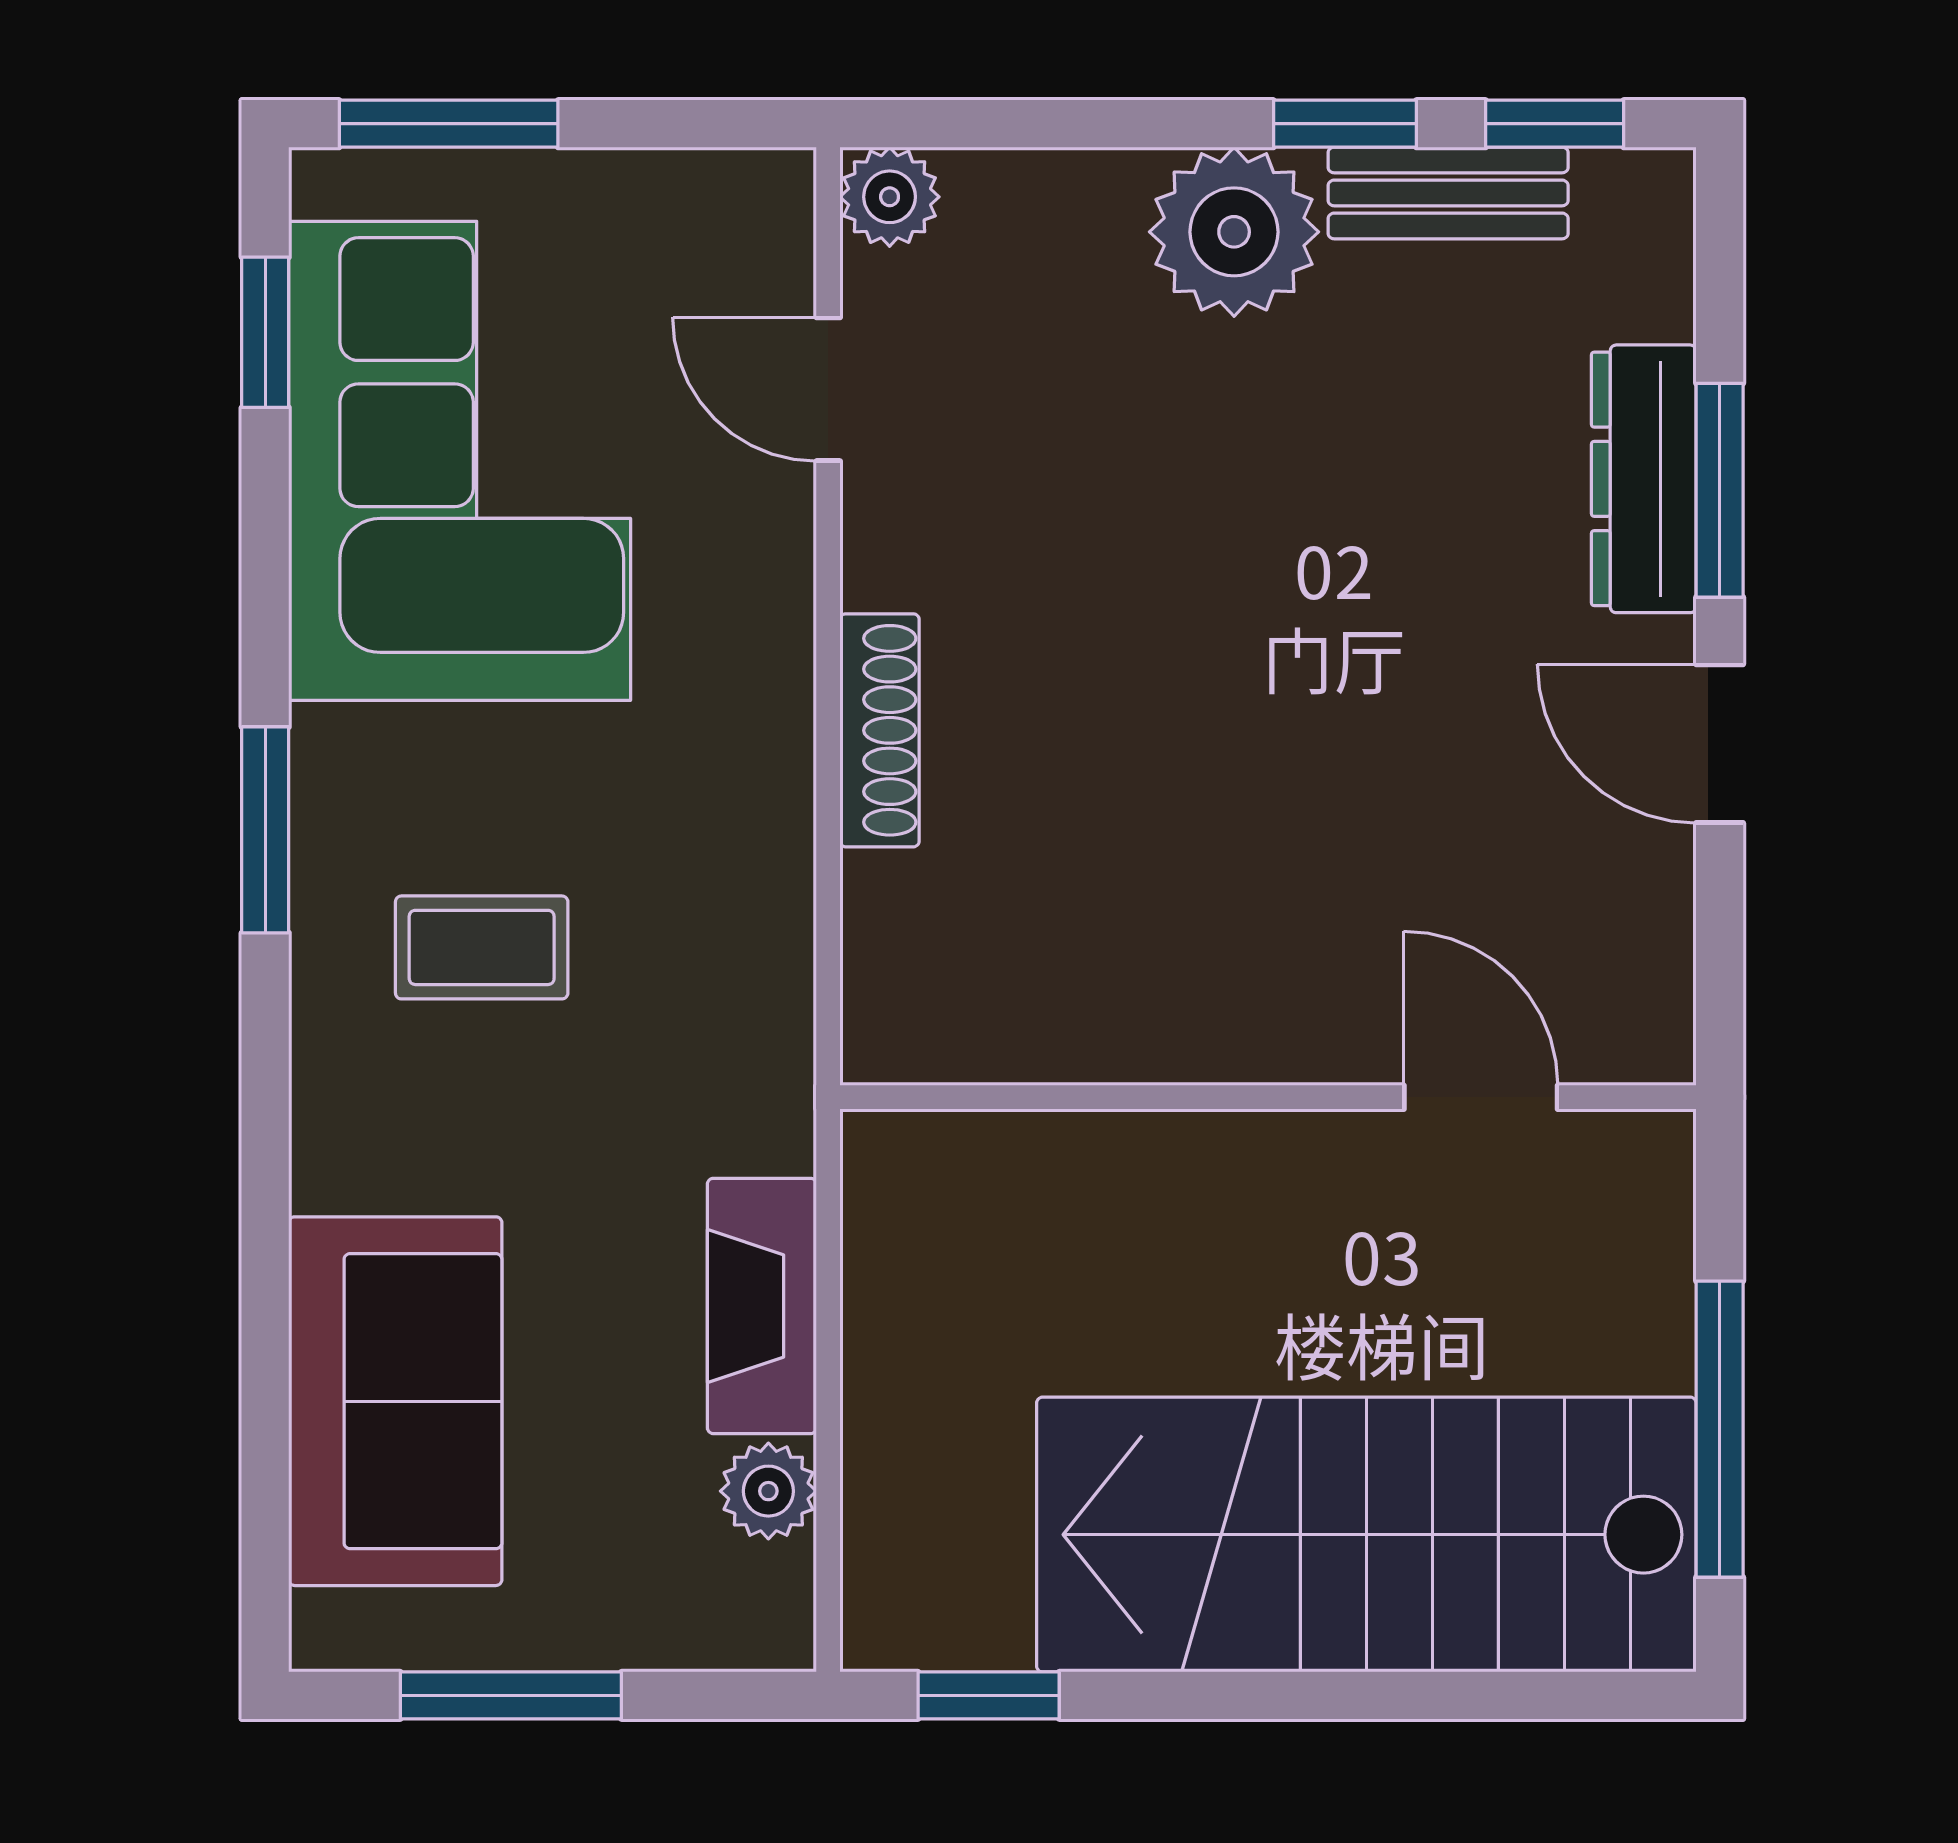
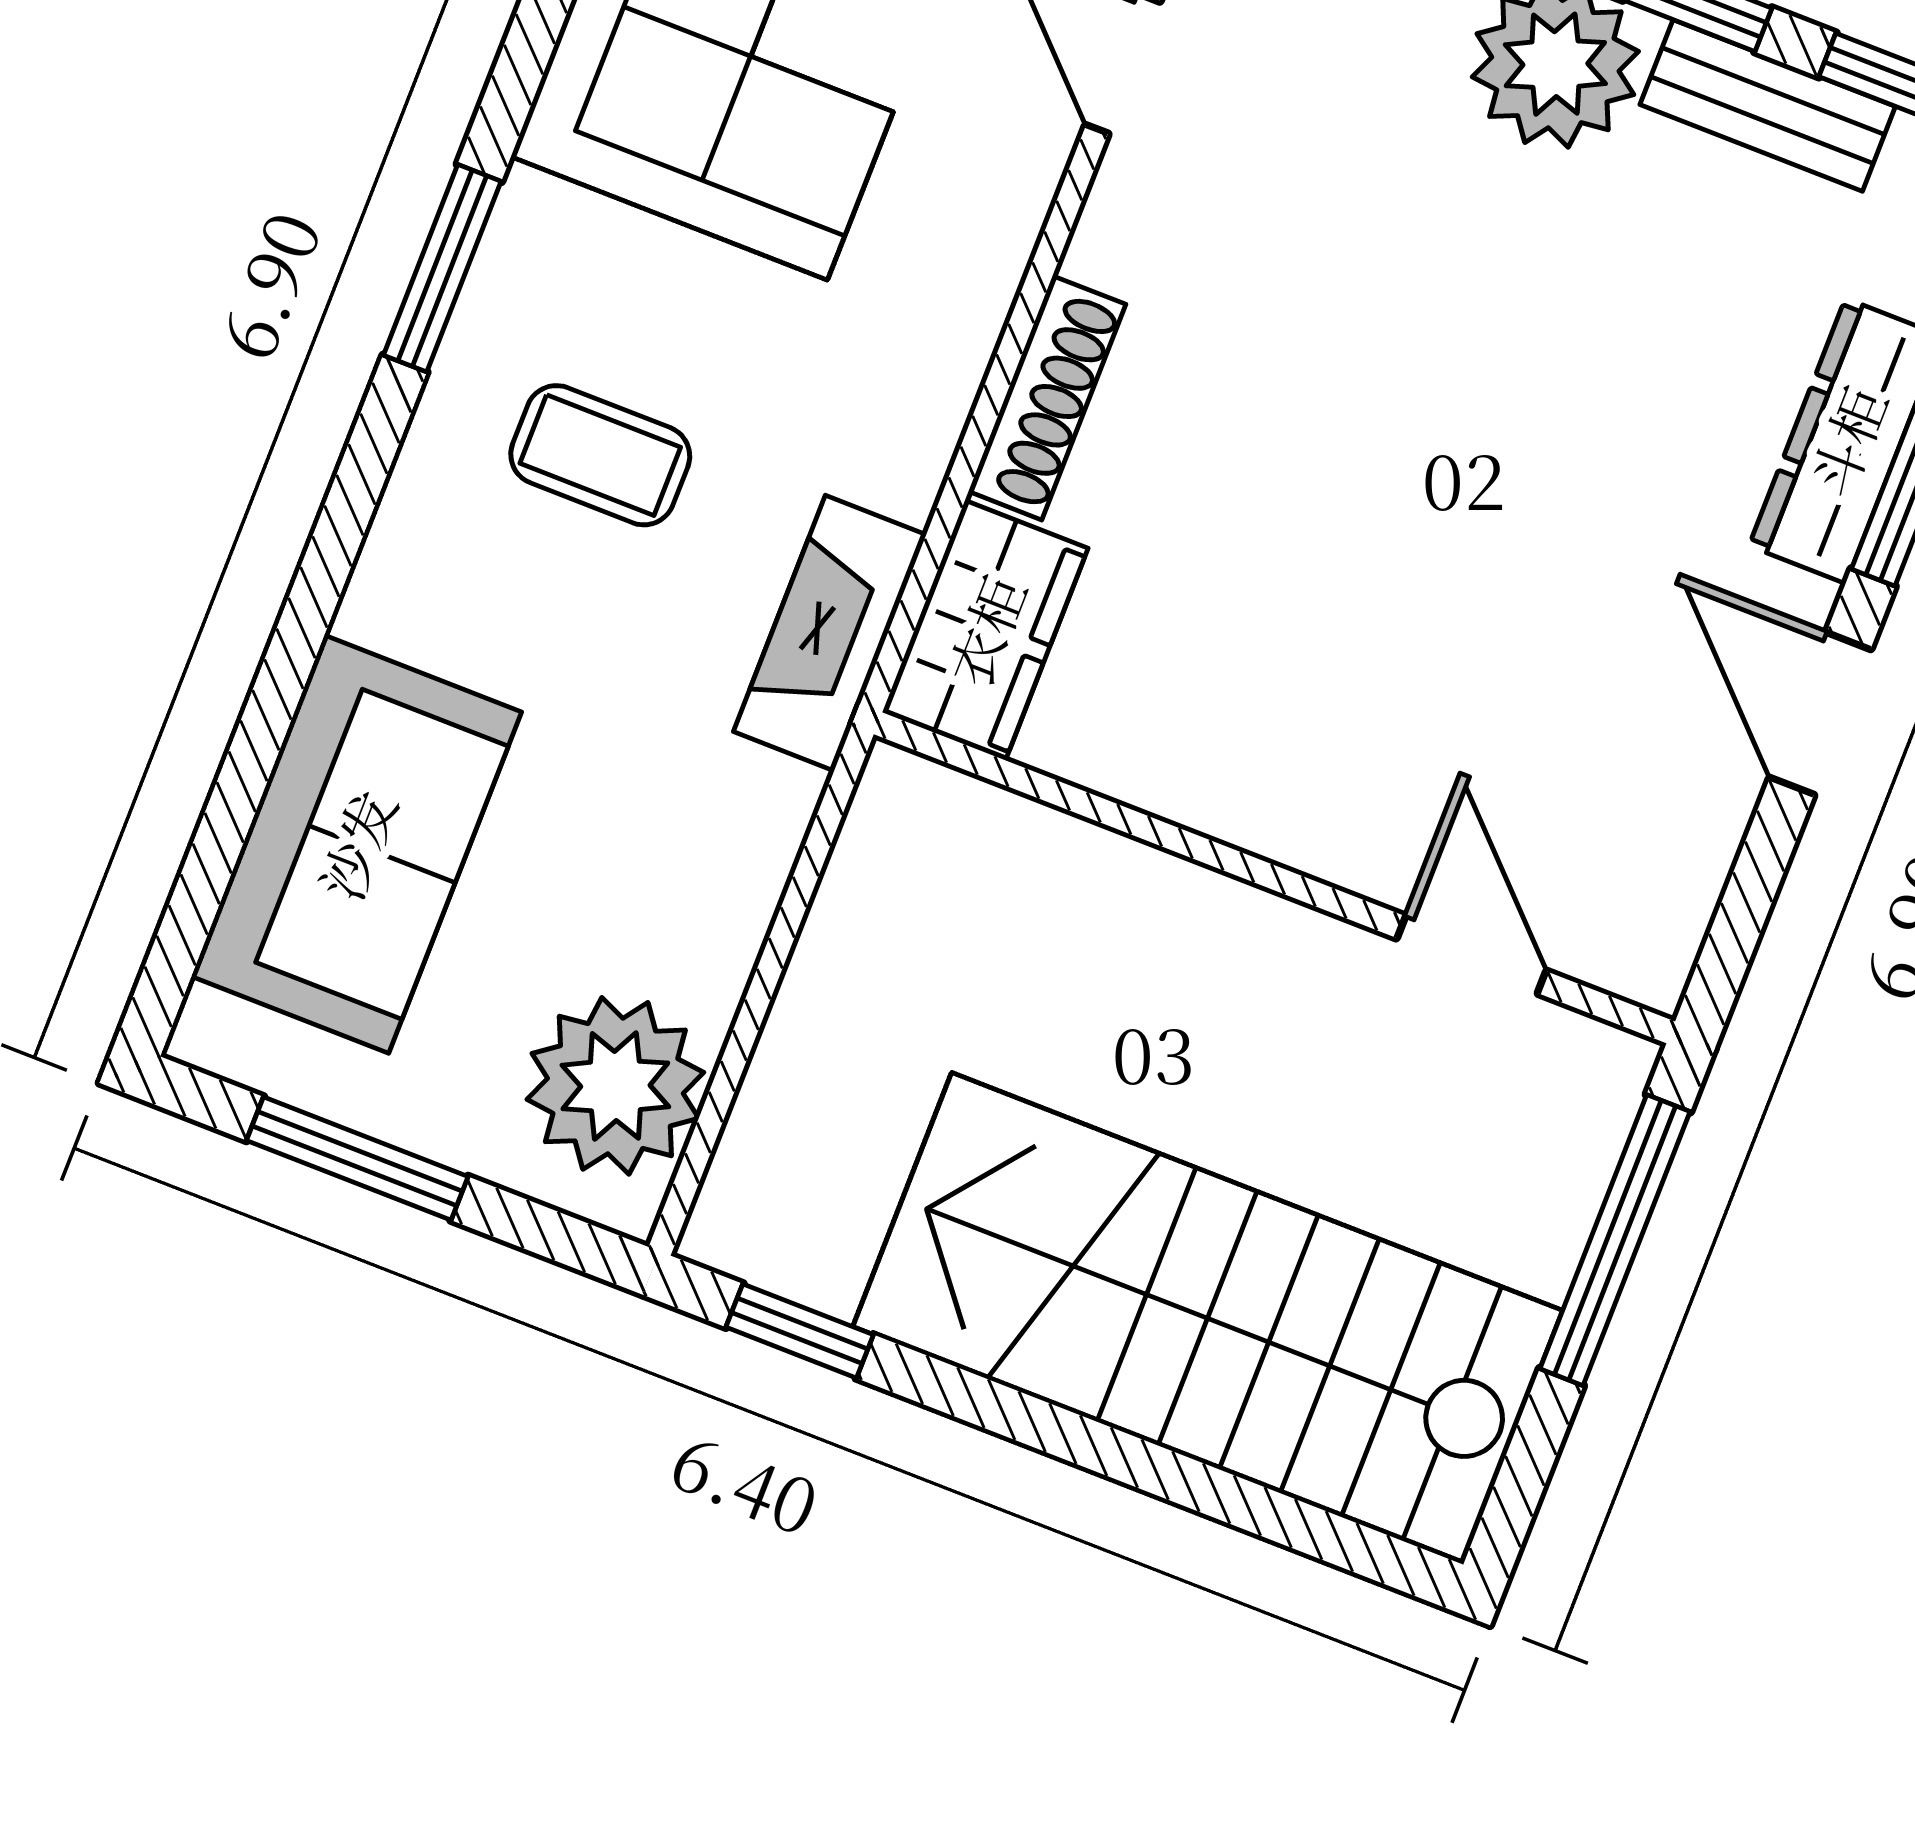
wardrobe: (906, 971) -> (985, 630), added
fireplace: (762, 1306) -> (830, 633), moved
window: (1720, 1429) -> (1615, 1240), moved
plant: (768, 1491) -> (615, 1086), width x1.87, depth x1.87

